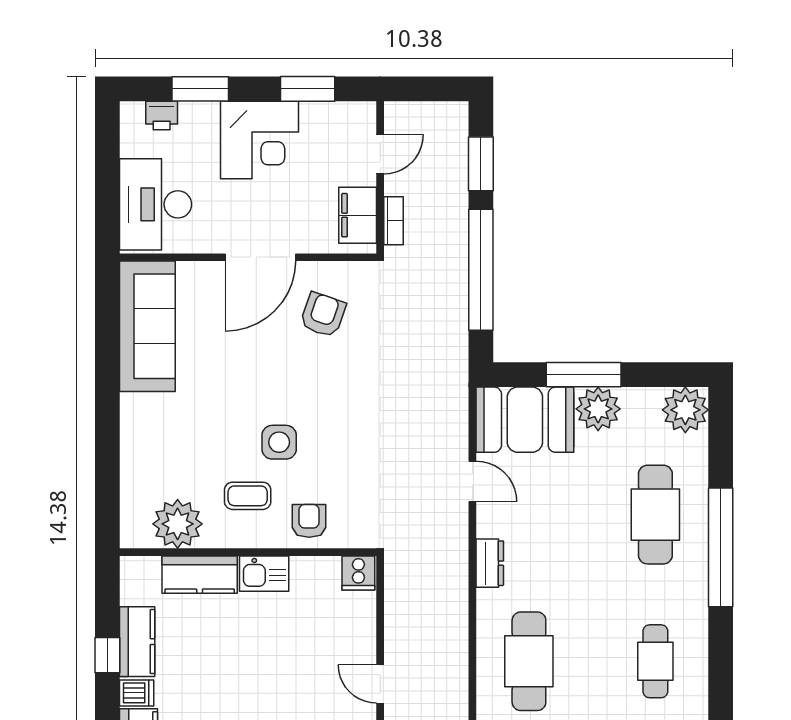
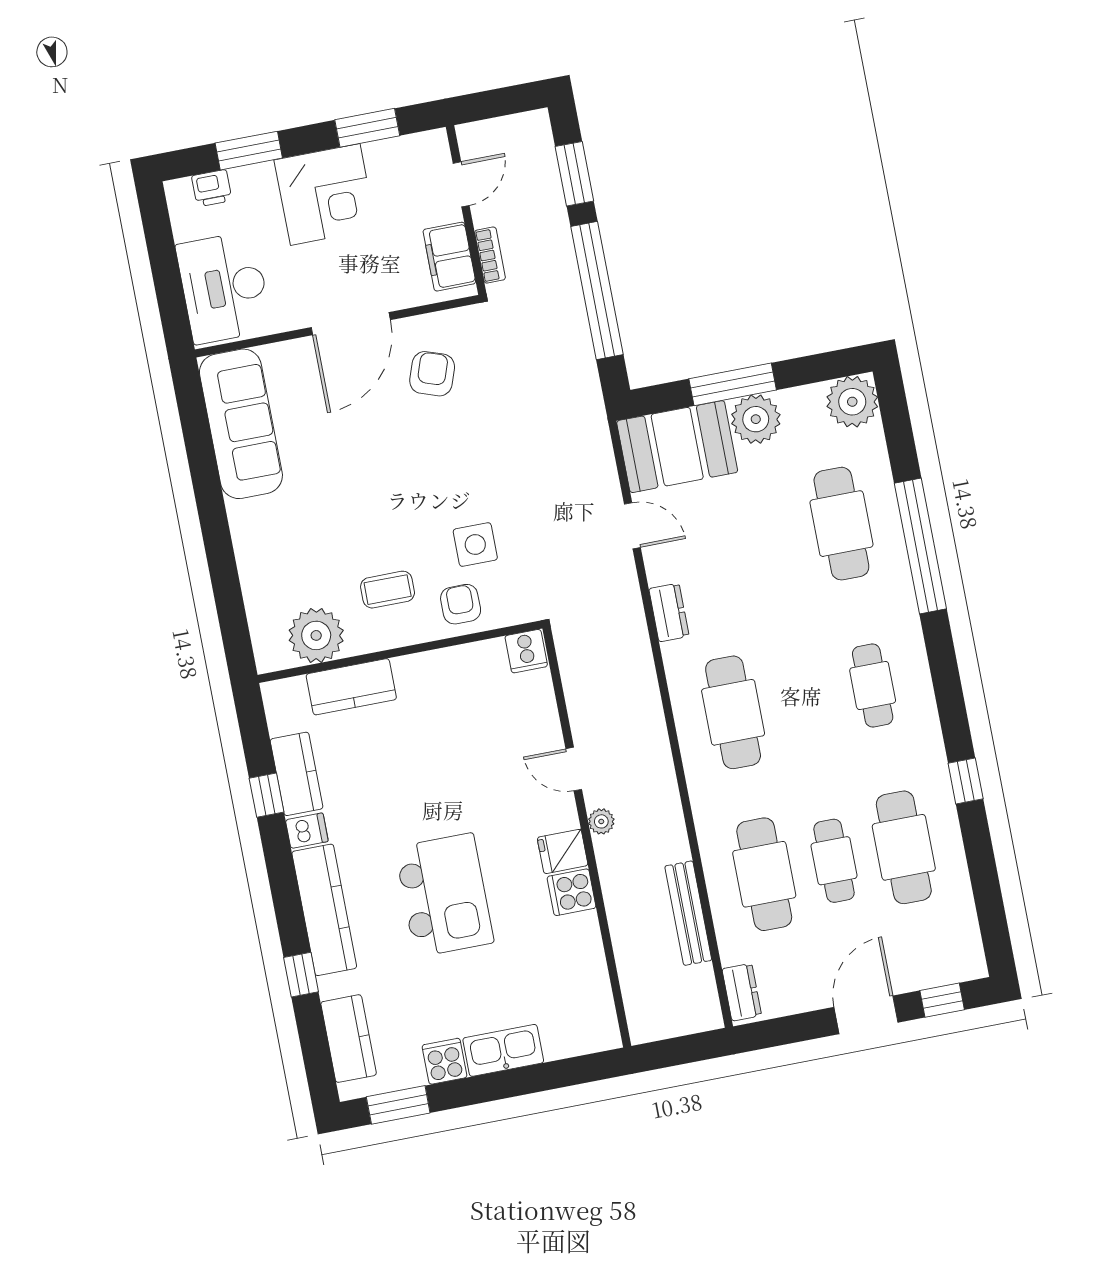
side table: (279, 442) -> (475, 545), moved
kitchen sink: (264, 574) -> (422, 672), removed

